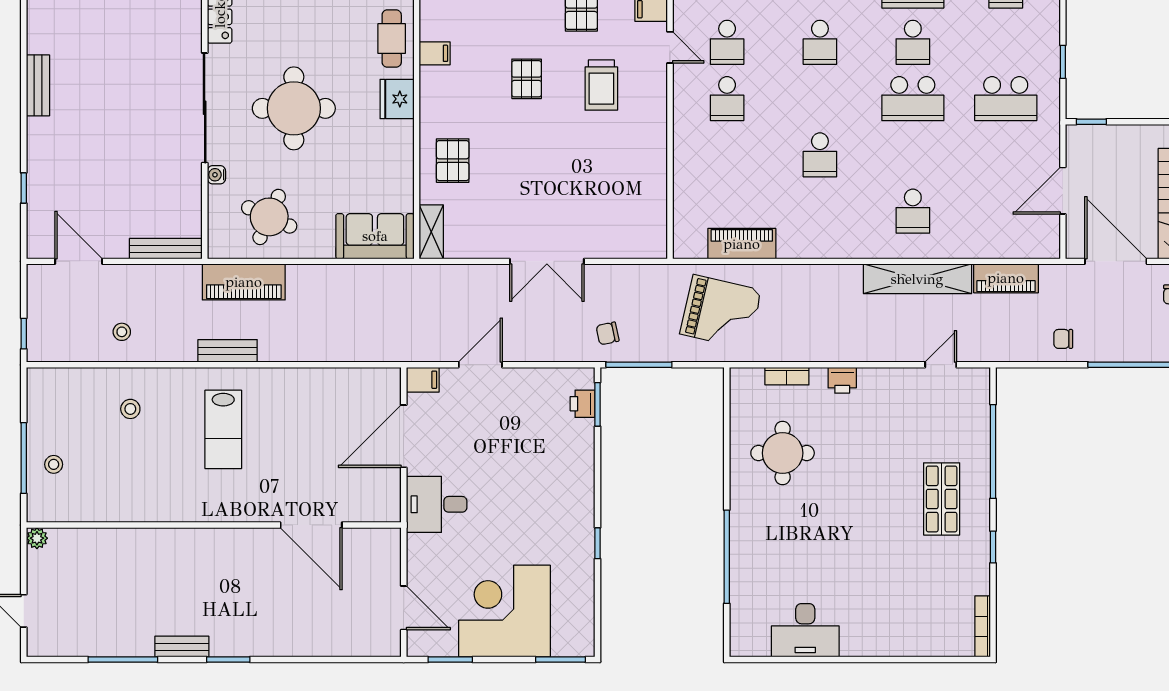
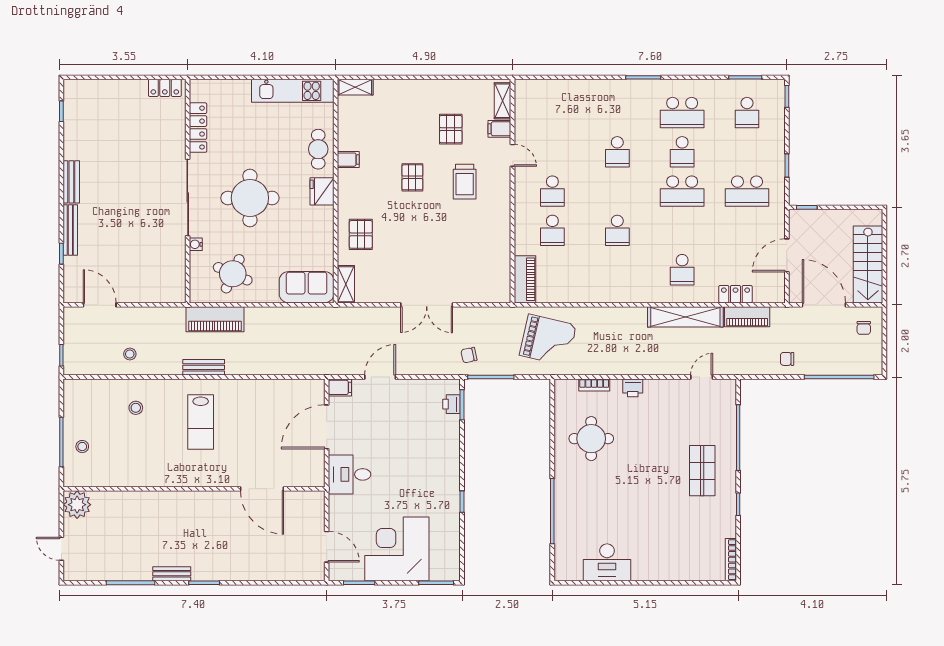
school desk: (727, 42) -> (552, 230), moved
piano: (742, 244) -> (525, 279), moved, turned 90
locker: (989, 246) -> (735, 294), added
bench: (166, 249) -> (70, 230), moved, turned 90
plant: (37, 538) -> (77, 505), width x1.88, depth x1.88

